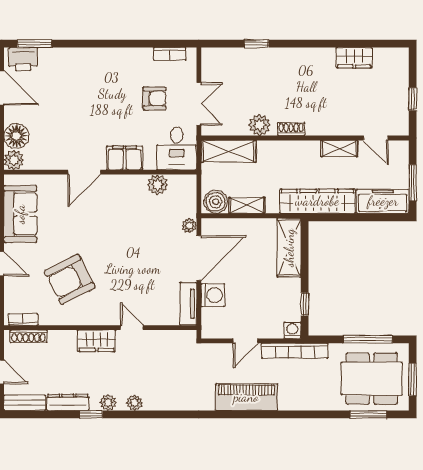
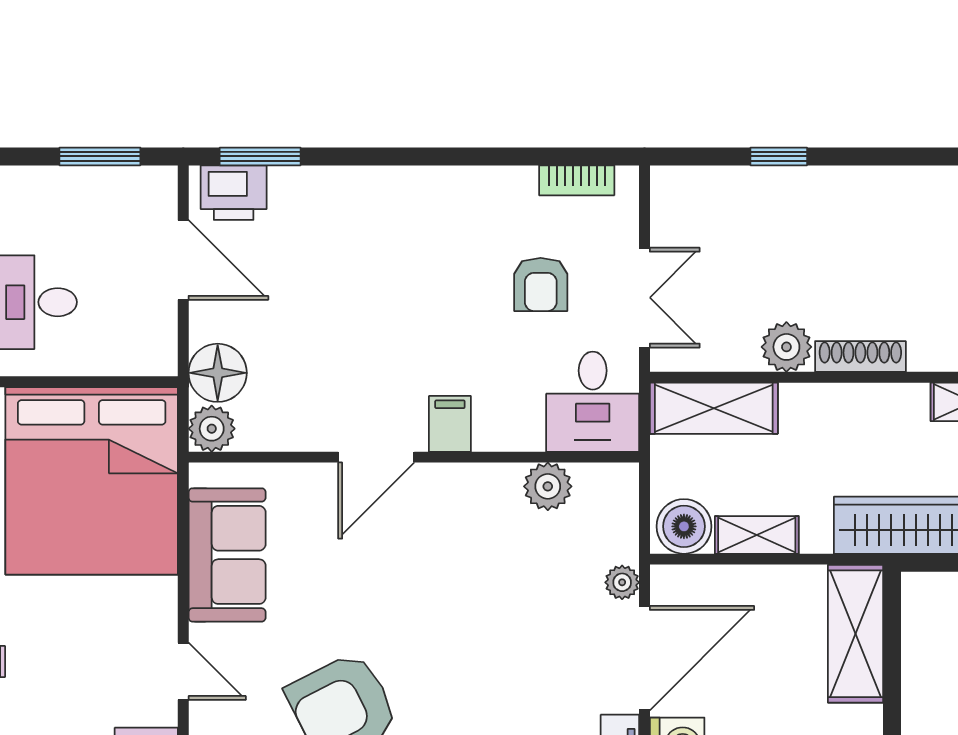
armchair: (154, 98) -> (541, 284), turned 90
shoe rack: (291, 129) -> (860, 357), width x1.43
filing cabinet: (125, 158) -> (450, 424), width x0.50

